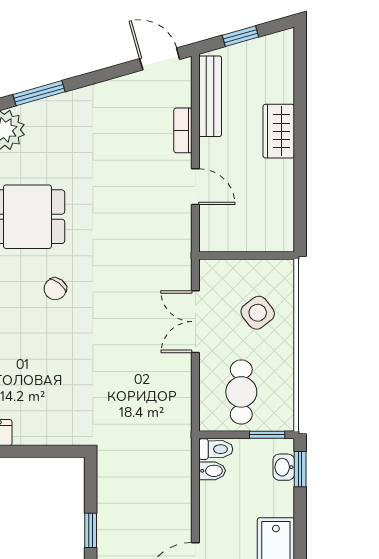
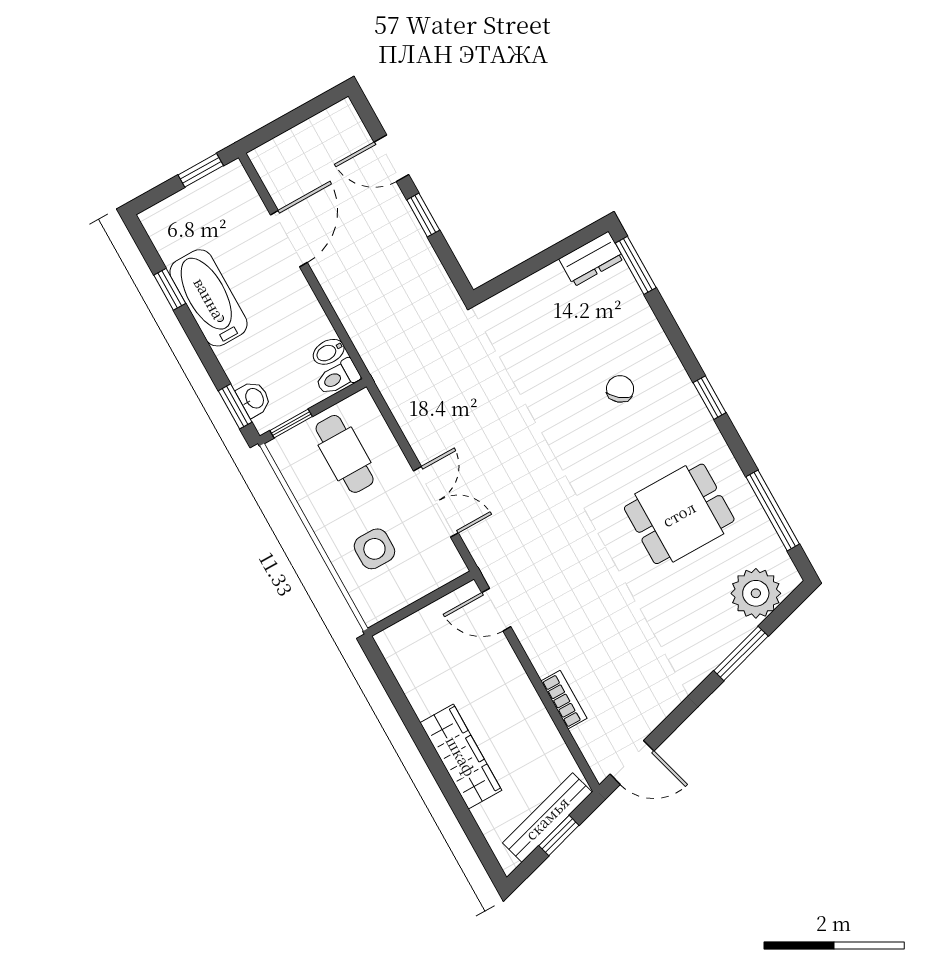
bench: (210, 96) -> (547, 818), moved, turned 74
wardrobe: (279, 131) -> (461, 756), width x1.50
door: (195, 187) -> (496, 610), moved
chair: (55, 289) -> (620, 389), moved
side table: (258, 313) -> (374, 549), turned 38

